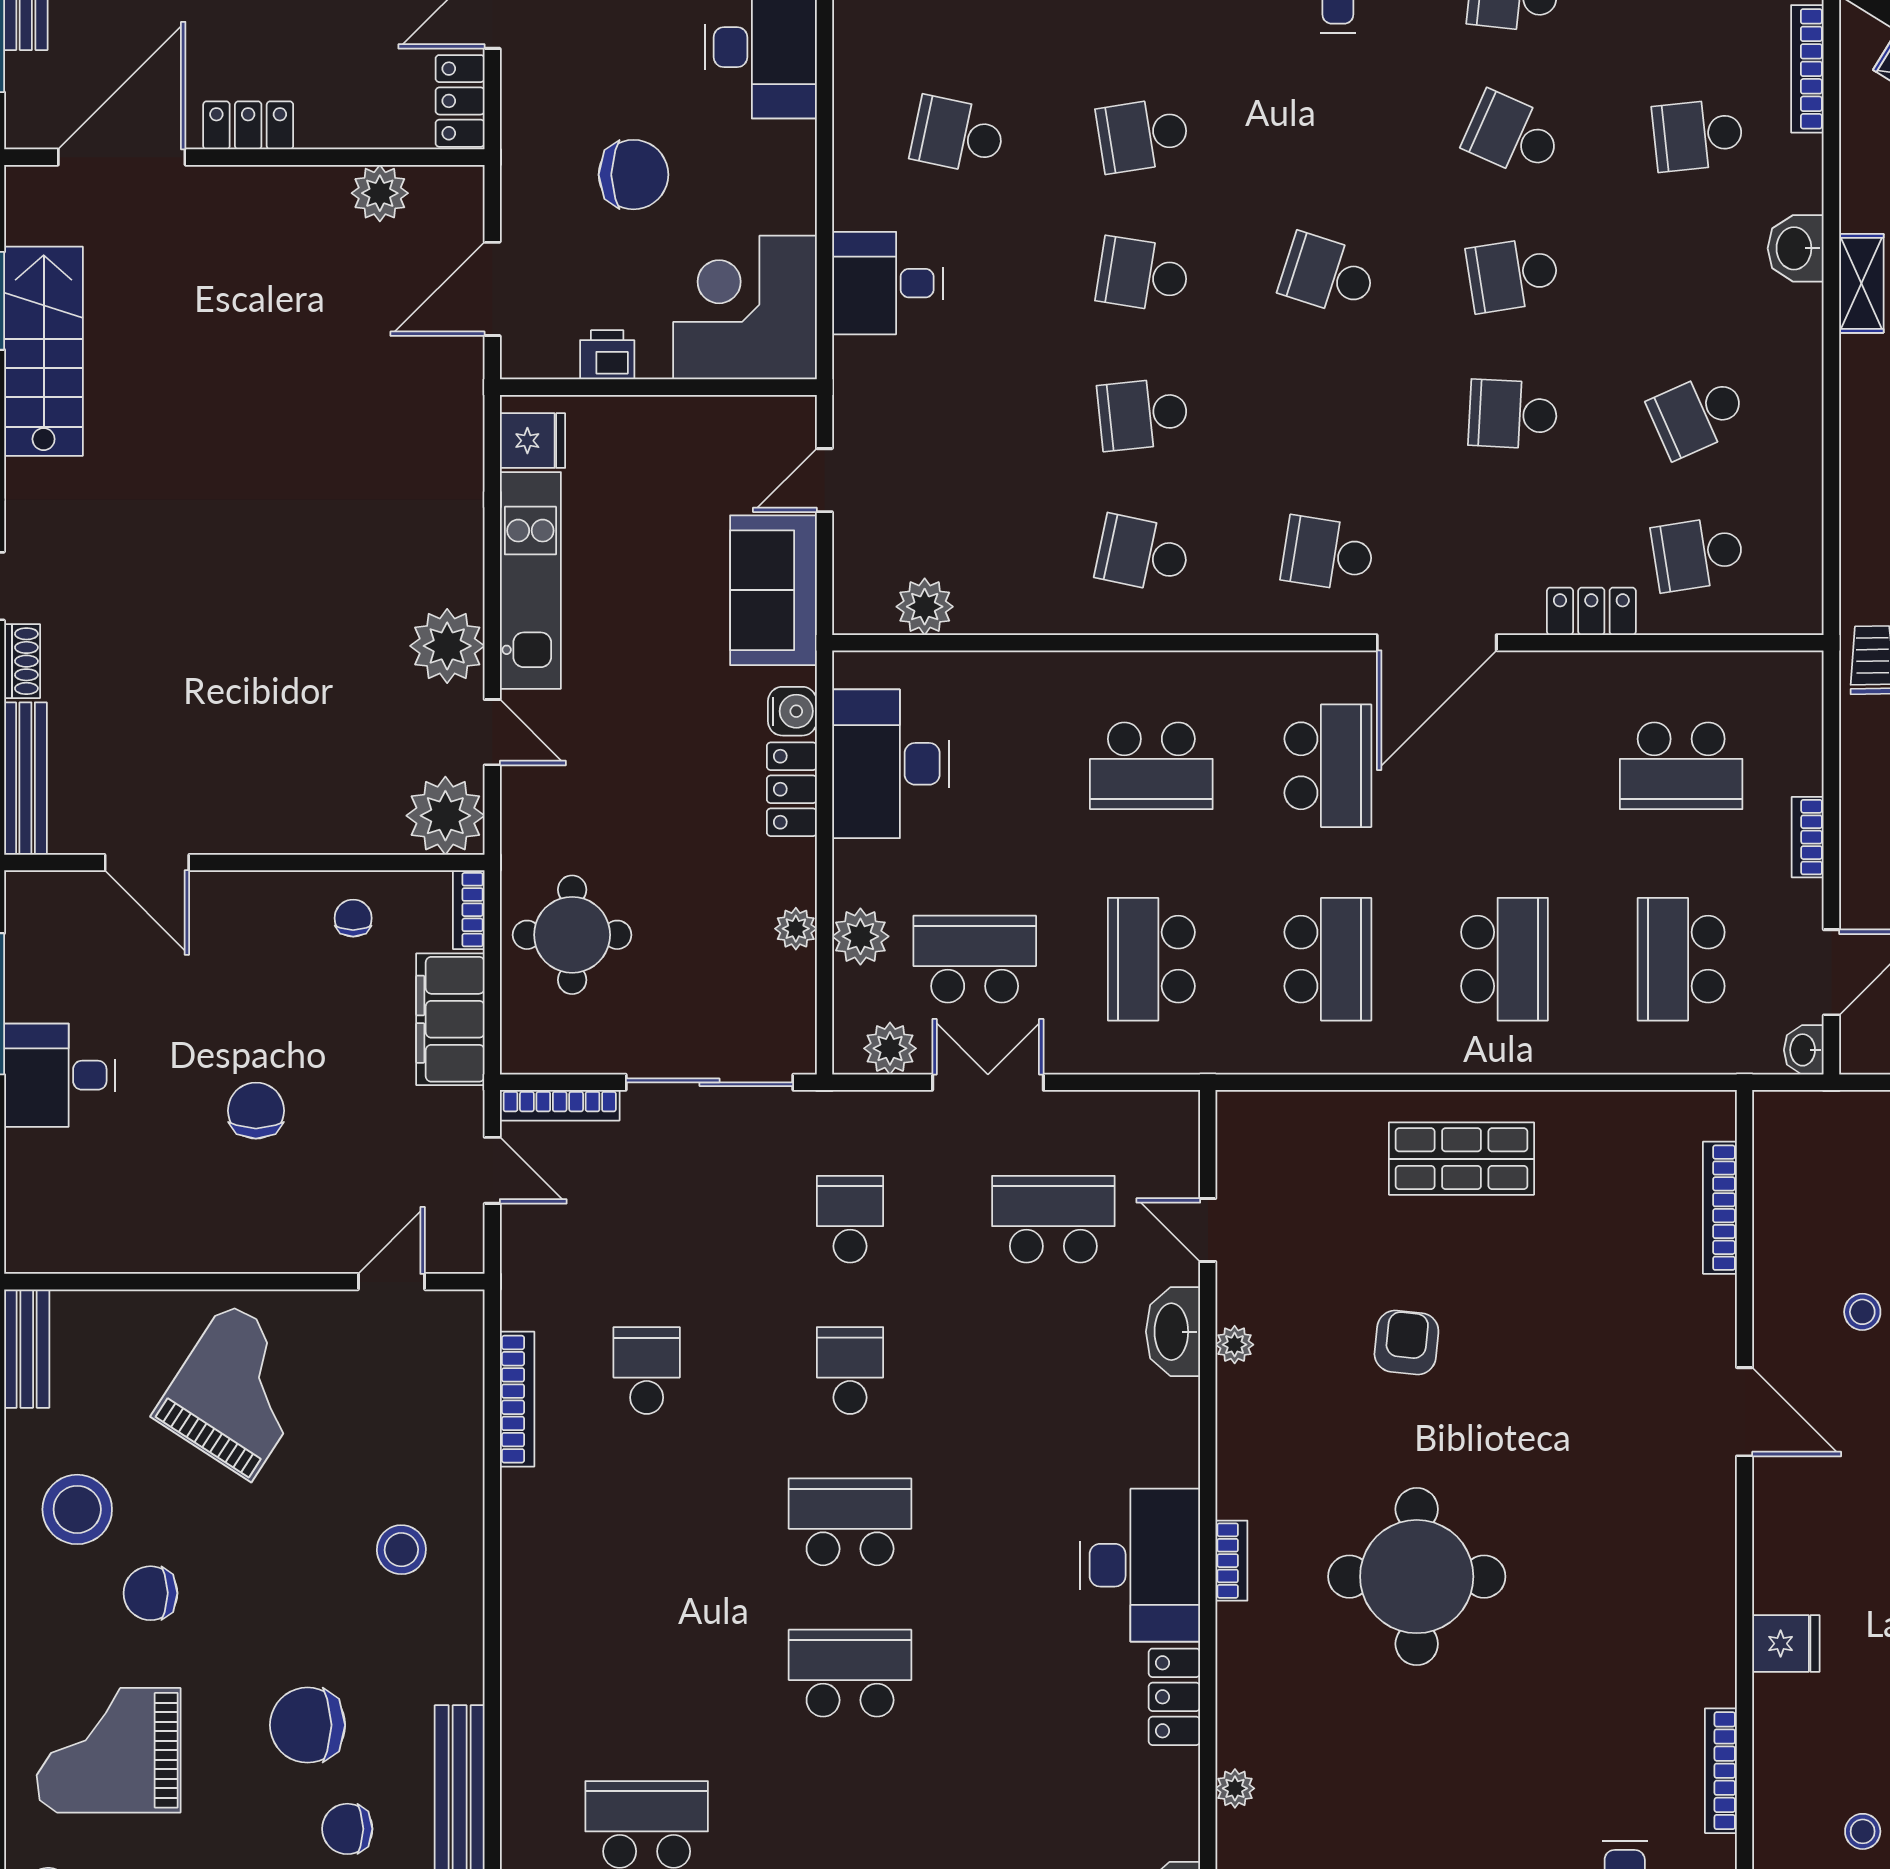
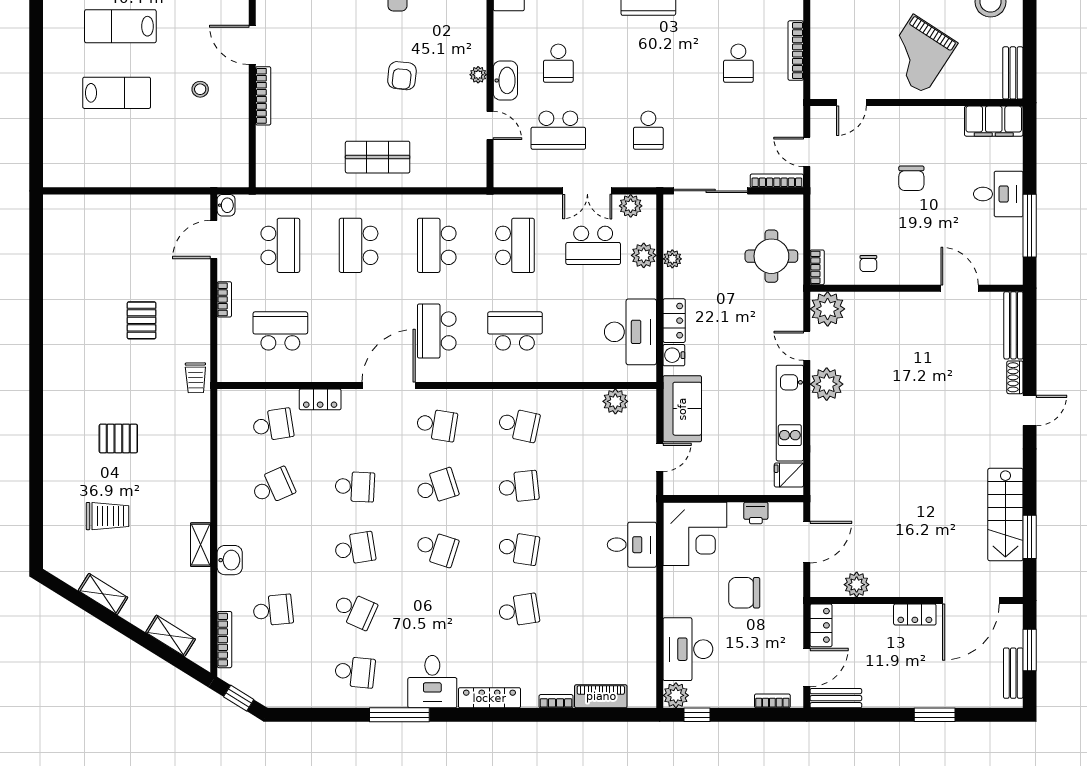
school desk: (958, 135) -> (437, 487), moved, turned -30
filing cabinet: (450, 1019) -> (994, 121), moved, turned 90
bookcase: (1720, 1208) -> (263, 96), moved
school desk: (850, 1371) -> (558, 63), moved

